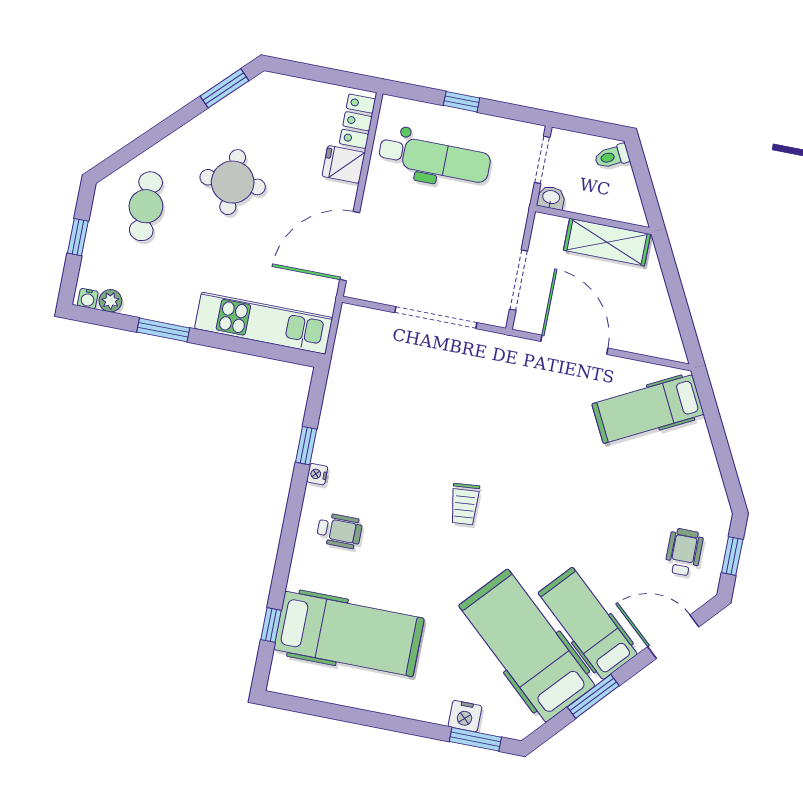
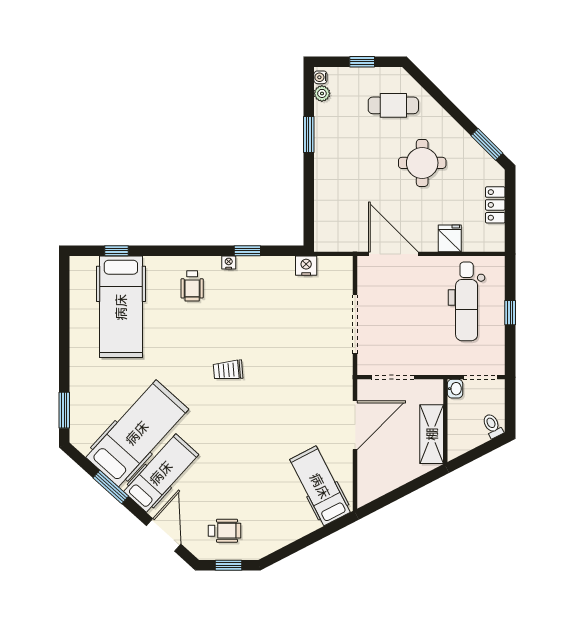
locker: (357, 121) -> (495, 205), moved, turned -90
kitchen unit: (264, 323) -> (327, 204), removed
nightstand: (465, 716) -> (306, 266), moved, turned 90

